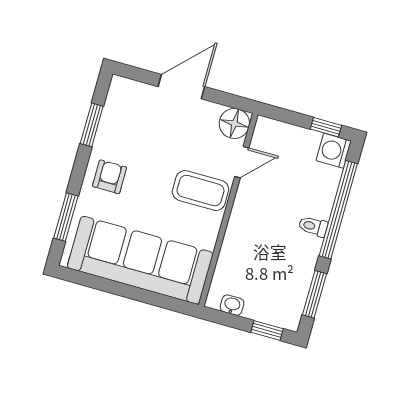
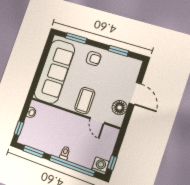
floor lamp: (234, 123) -> (120, 108), moved

